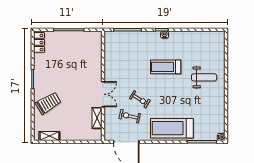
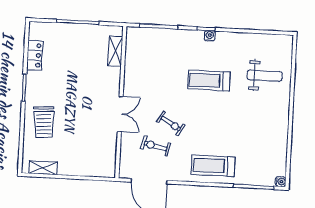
locker: (39, 42) -> (35, 55), moved
weight bench: (204, 77) -> (265, 76), moved
trolley: (48, 103) -> (44, 122), turned 117
shelving: (97, 118) -> (115, 51), moved
treadmill: (172, 128) -> (213, 166), width x0.73, depth x0.73

